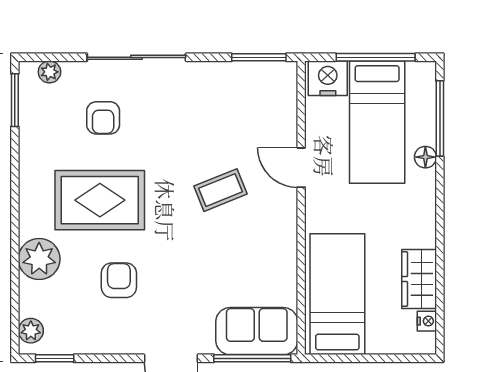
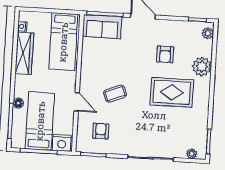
armchair: (103, 118) -> (101, 131), moved
wardrobe: (419, 279) -> (24, 53), width x1.50

